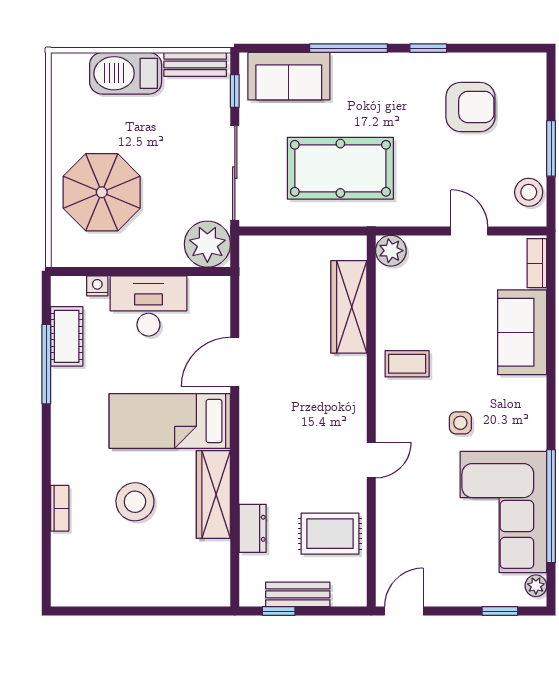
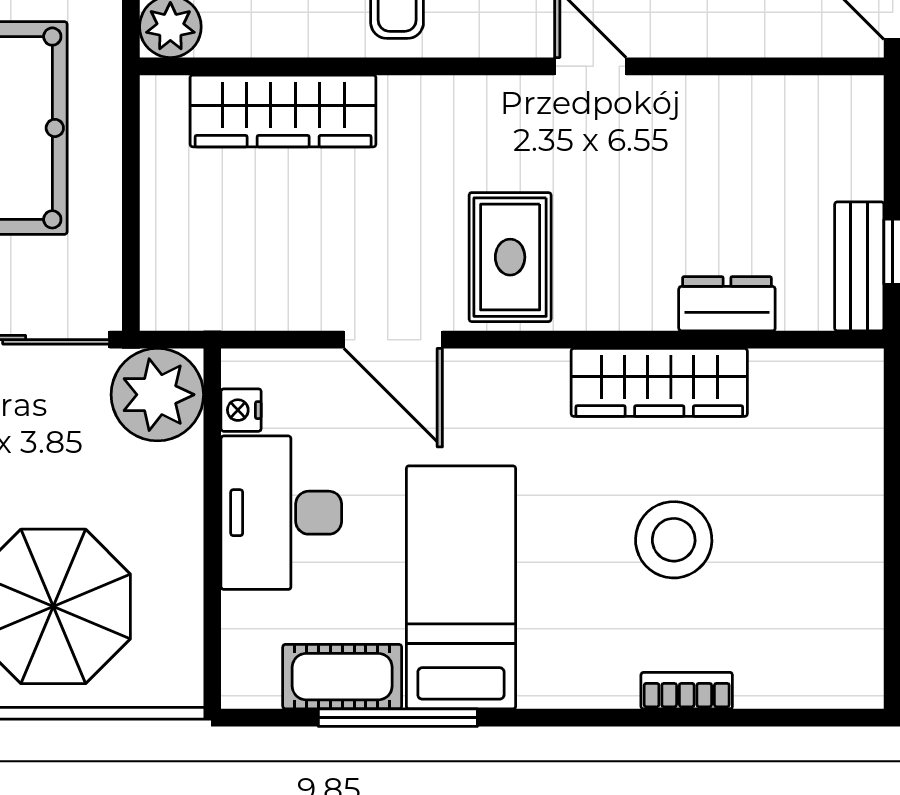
nightstand: (97, 286) -> (241, 410), moved
bed: (170, 421) -> (461, 587), moved, turned 180
rug: (330, 534) -> (510, 257), moved
bench: (298, 594) -> (859, 266), moved

